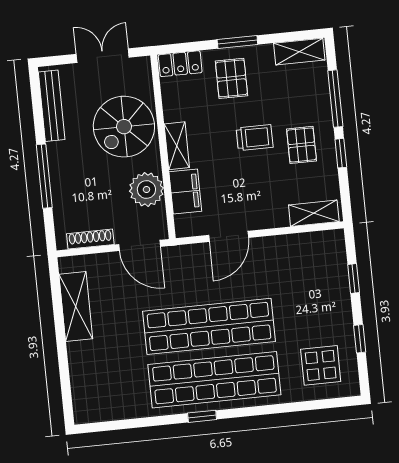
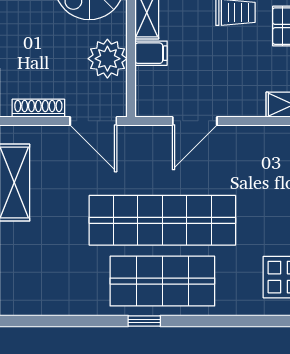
filing cabinet: (185, 191) -> (151, 53), width x0.50
shop shelf: (214, 380) -> (162, 281), width x0.71

